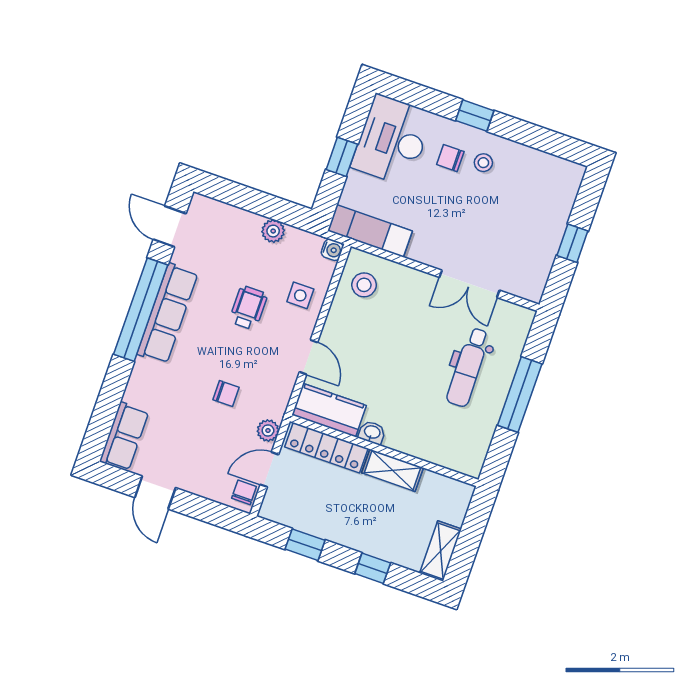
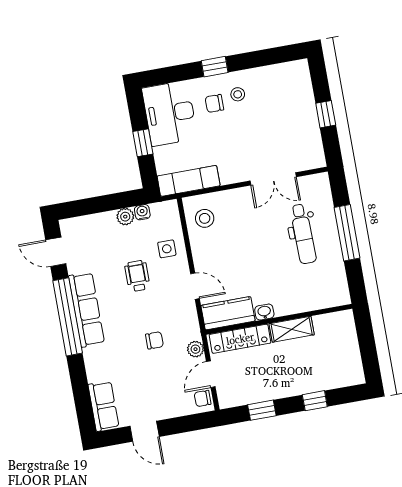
water cooler: (332, 250) -> (142, 212), moved, turned -90
chair: (244, 492) -> (203, 398), turned -90
shelving: (441, 551) -> (353, 364), removed

